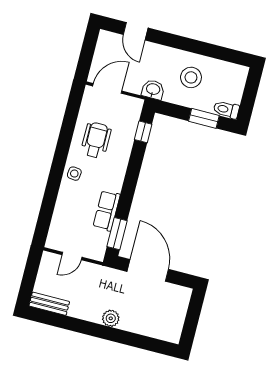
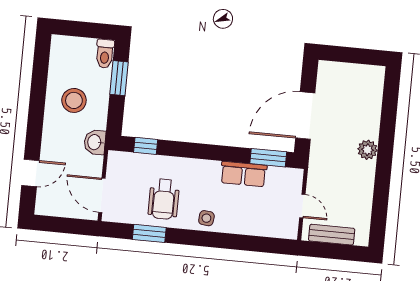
window: (69, 123) -> (149, 233), added
wheelchair: (96, 140) -> (164, 199), turned -90
bench: (49, 304) -> (332, 235), moved, turned 90

